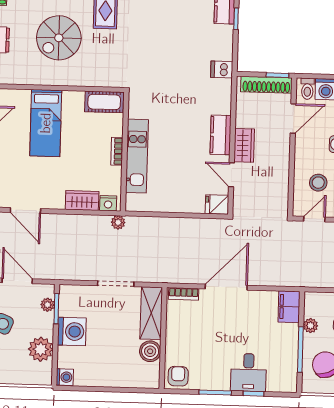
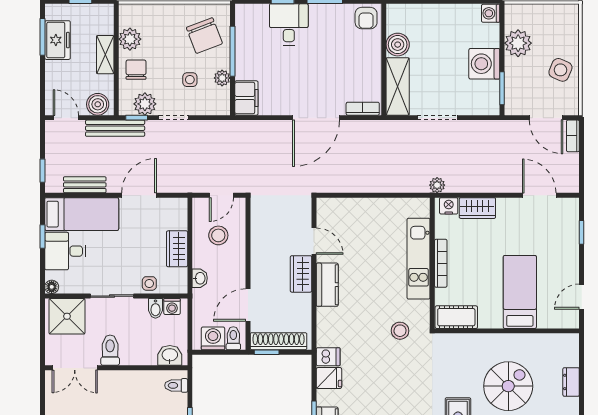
stool: (156, 91) -> (400, 331), added
bookcase: (117, 151) -> (441, 263), width x1.56
fridge: (217, 204) -> (329, 378), moved
plant: (48, 305) -> (512, 92), removed

